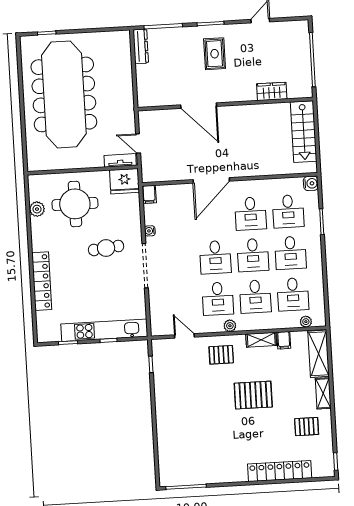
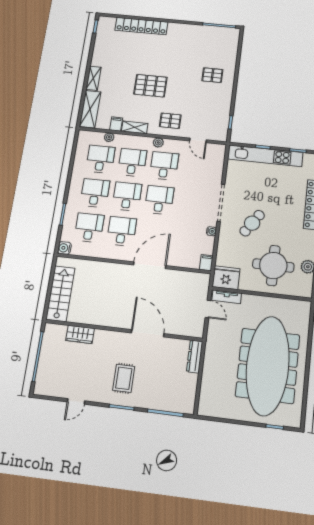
dresser: (141, 46) -> (195, 356), moved
cafe table: (106, 248) -> (252, 223), turned -50
plant: (306, 322) -> (109, 137), moved
pallet: (307, 427) -> (212, 75), moved

